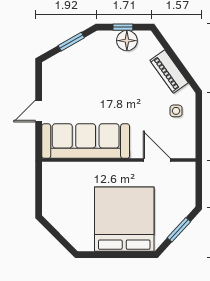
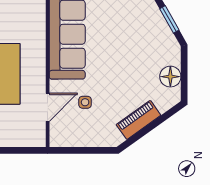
window: (123, 27) -> (184, 72), removed
side table: (176, 111) -> (85, 102), moved

